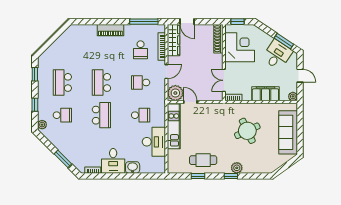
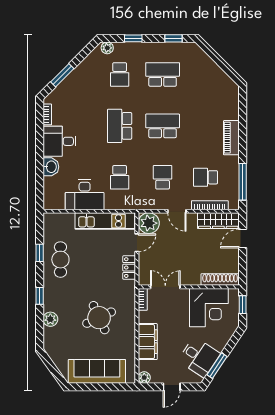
locker: (209, 108) -> (129, 268), added
school desk: (101, 115) -> (120, 126), turned 90
plant: (237, 168) -> (50, 319), moved

